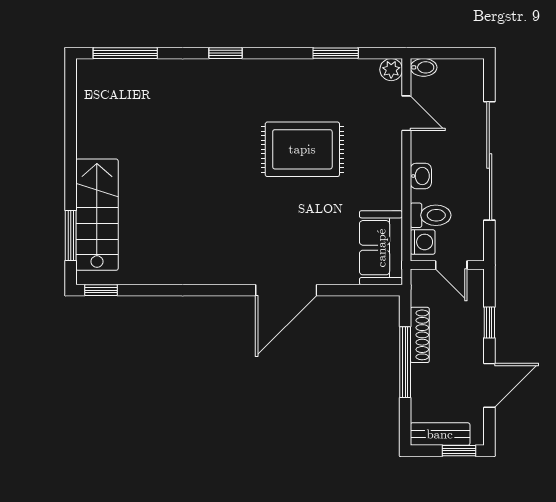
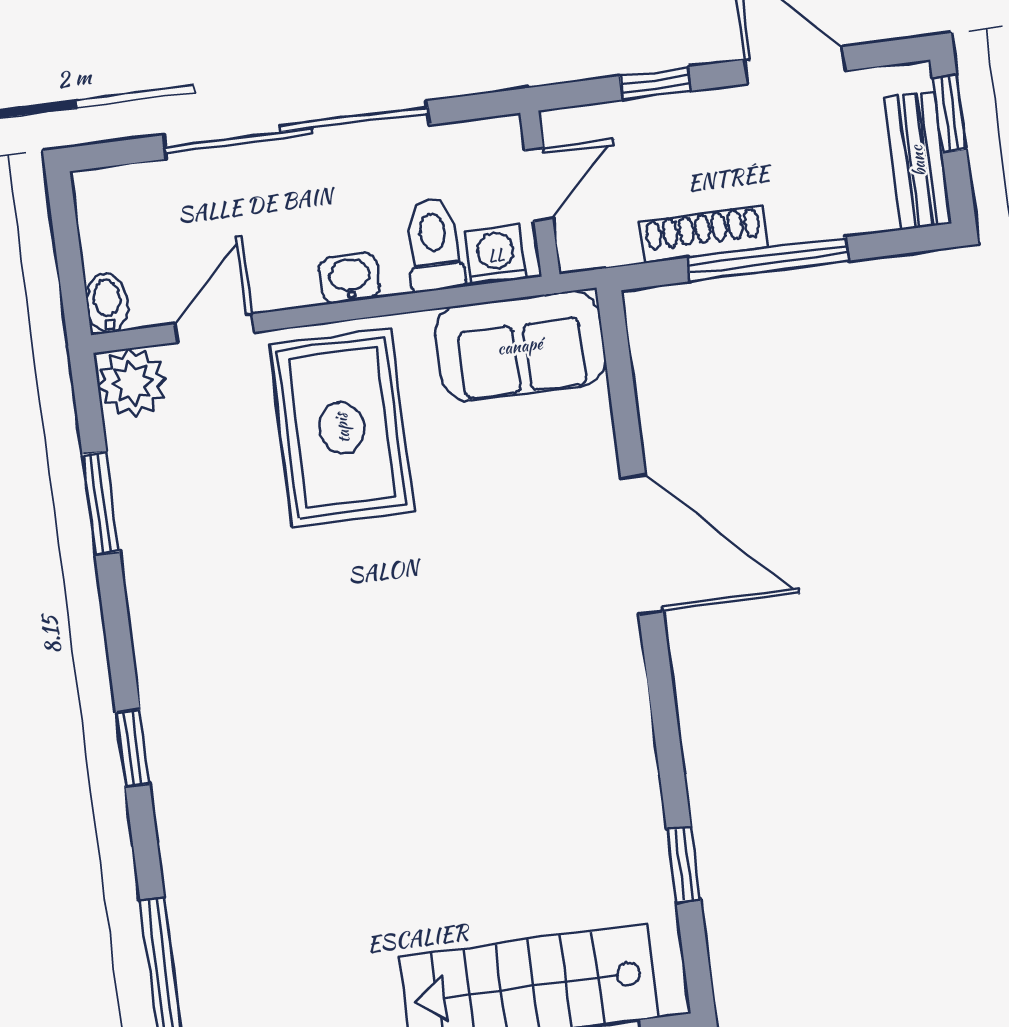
plant: (391, 70) -> (132, 383), width x1.38, depth x1.38
rug: (302, 149) -> (342, 428), moved
window: (101, 290) -> (684, 864), moved

